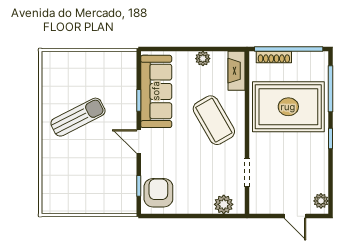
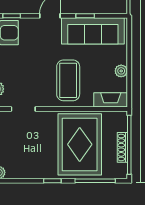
shoe rack: (274, 57) -> (122, 147), moved
coffee table: (214, 120) -> (68, 80), turned -60

